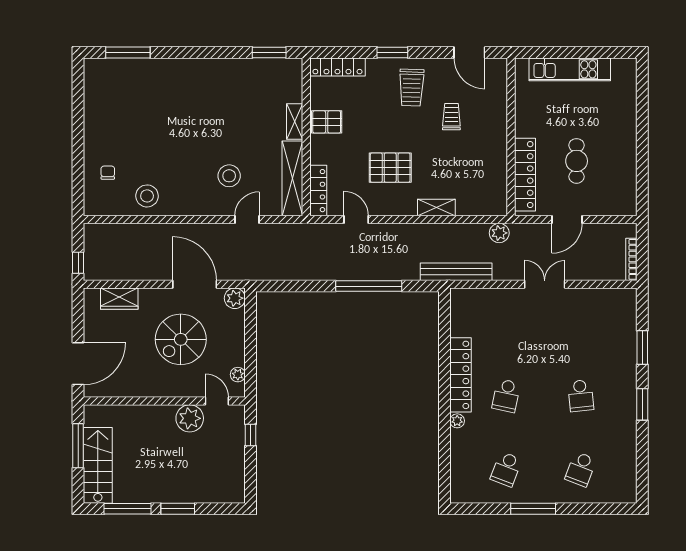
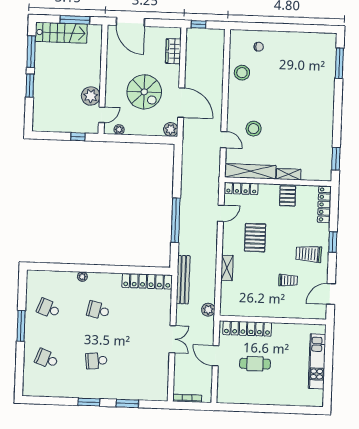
door: (195, 284) -> (181, 103), hinge flipped
spiral stairs: (181, 339) -> (144, 92), turned 180
locker: (461, 375) -> (147, 281), moved

